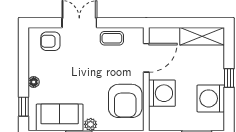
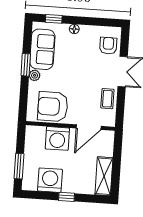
door: (146, 58) -> (89, 127), hinge flipped

